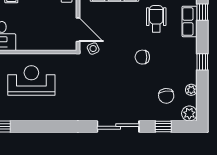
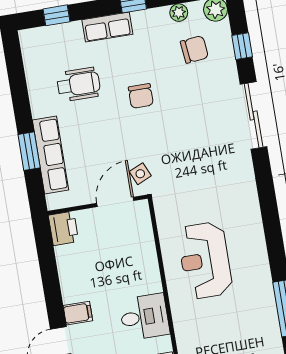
wheelchair: (156, 19) -> (79, 84), turned 180
row of seats: (190, 21) -> (107, 27), moved

